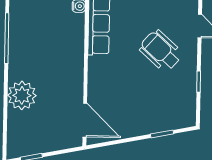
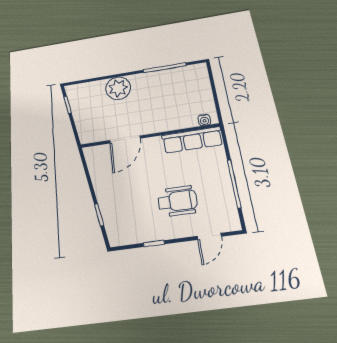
wheelchair: (161, 51) -> (177, 201), turned 48
door: (85, 120) -> (125, 139), moved

